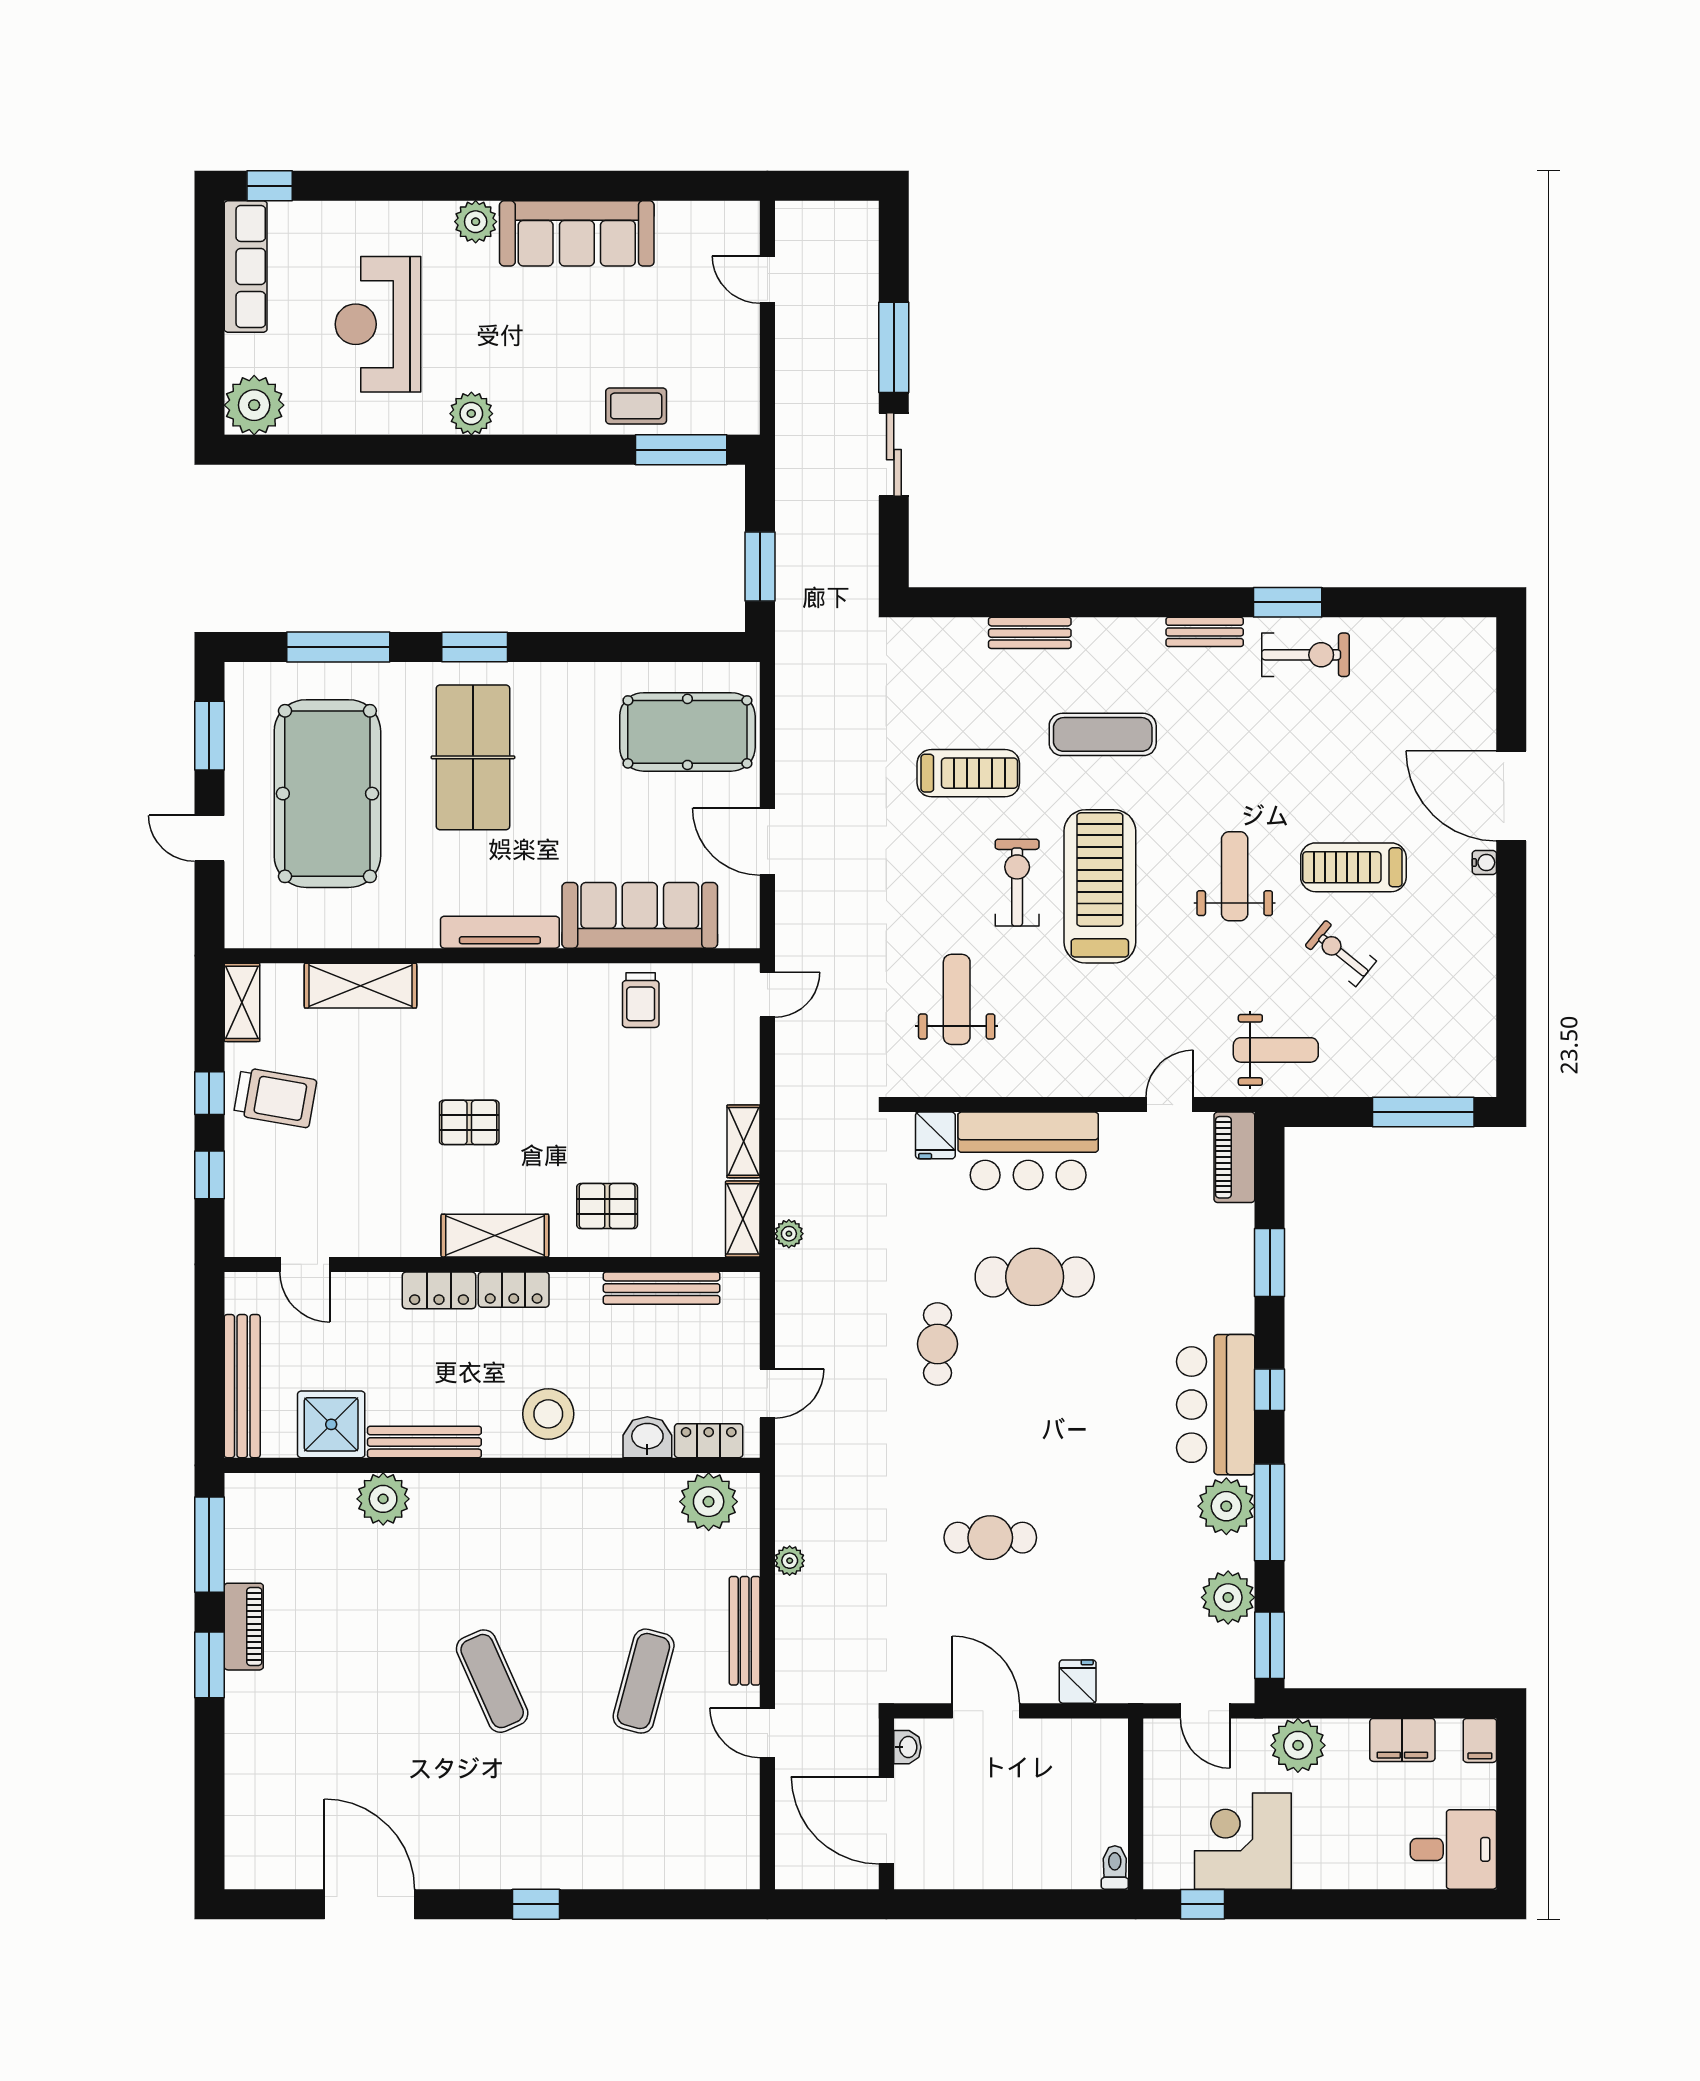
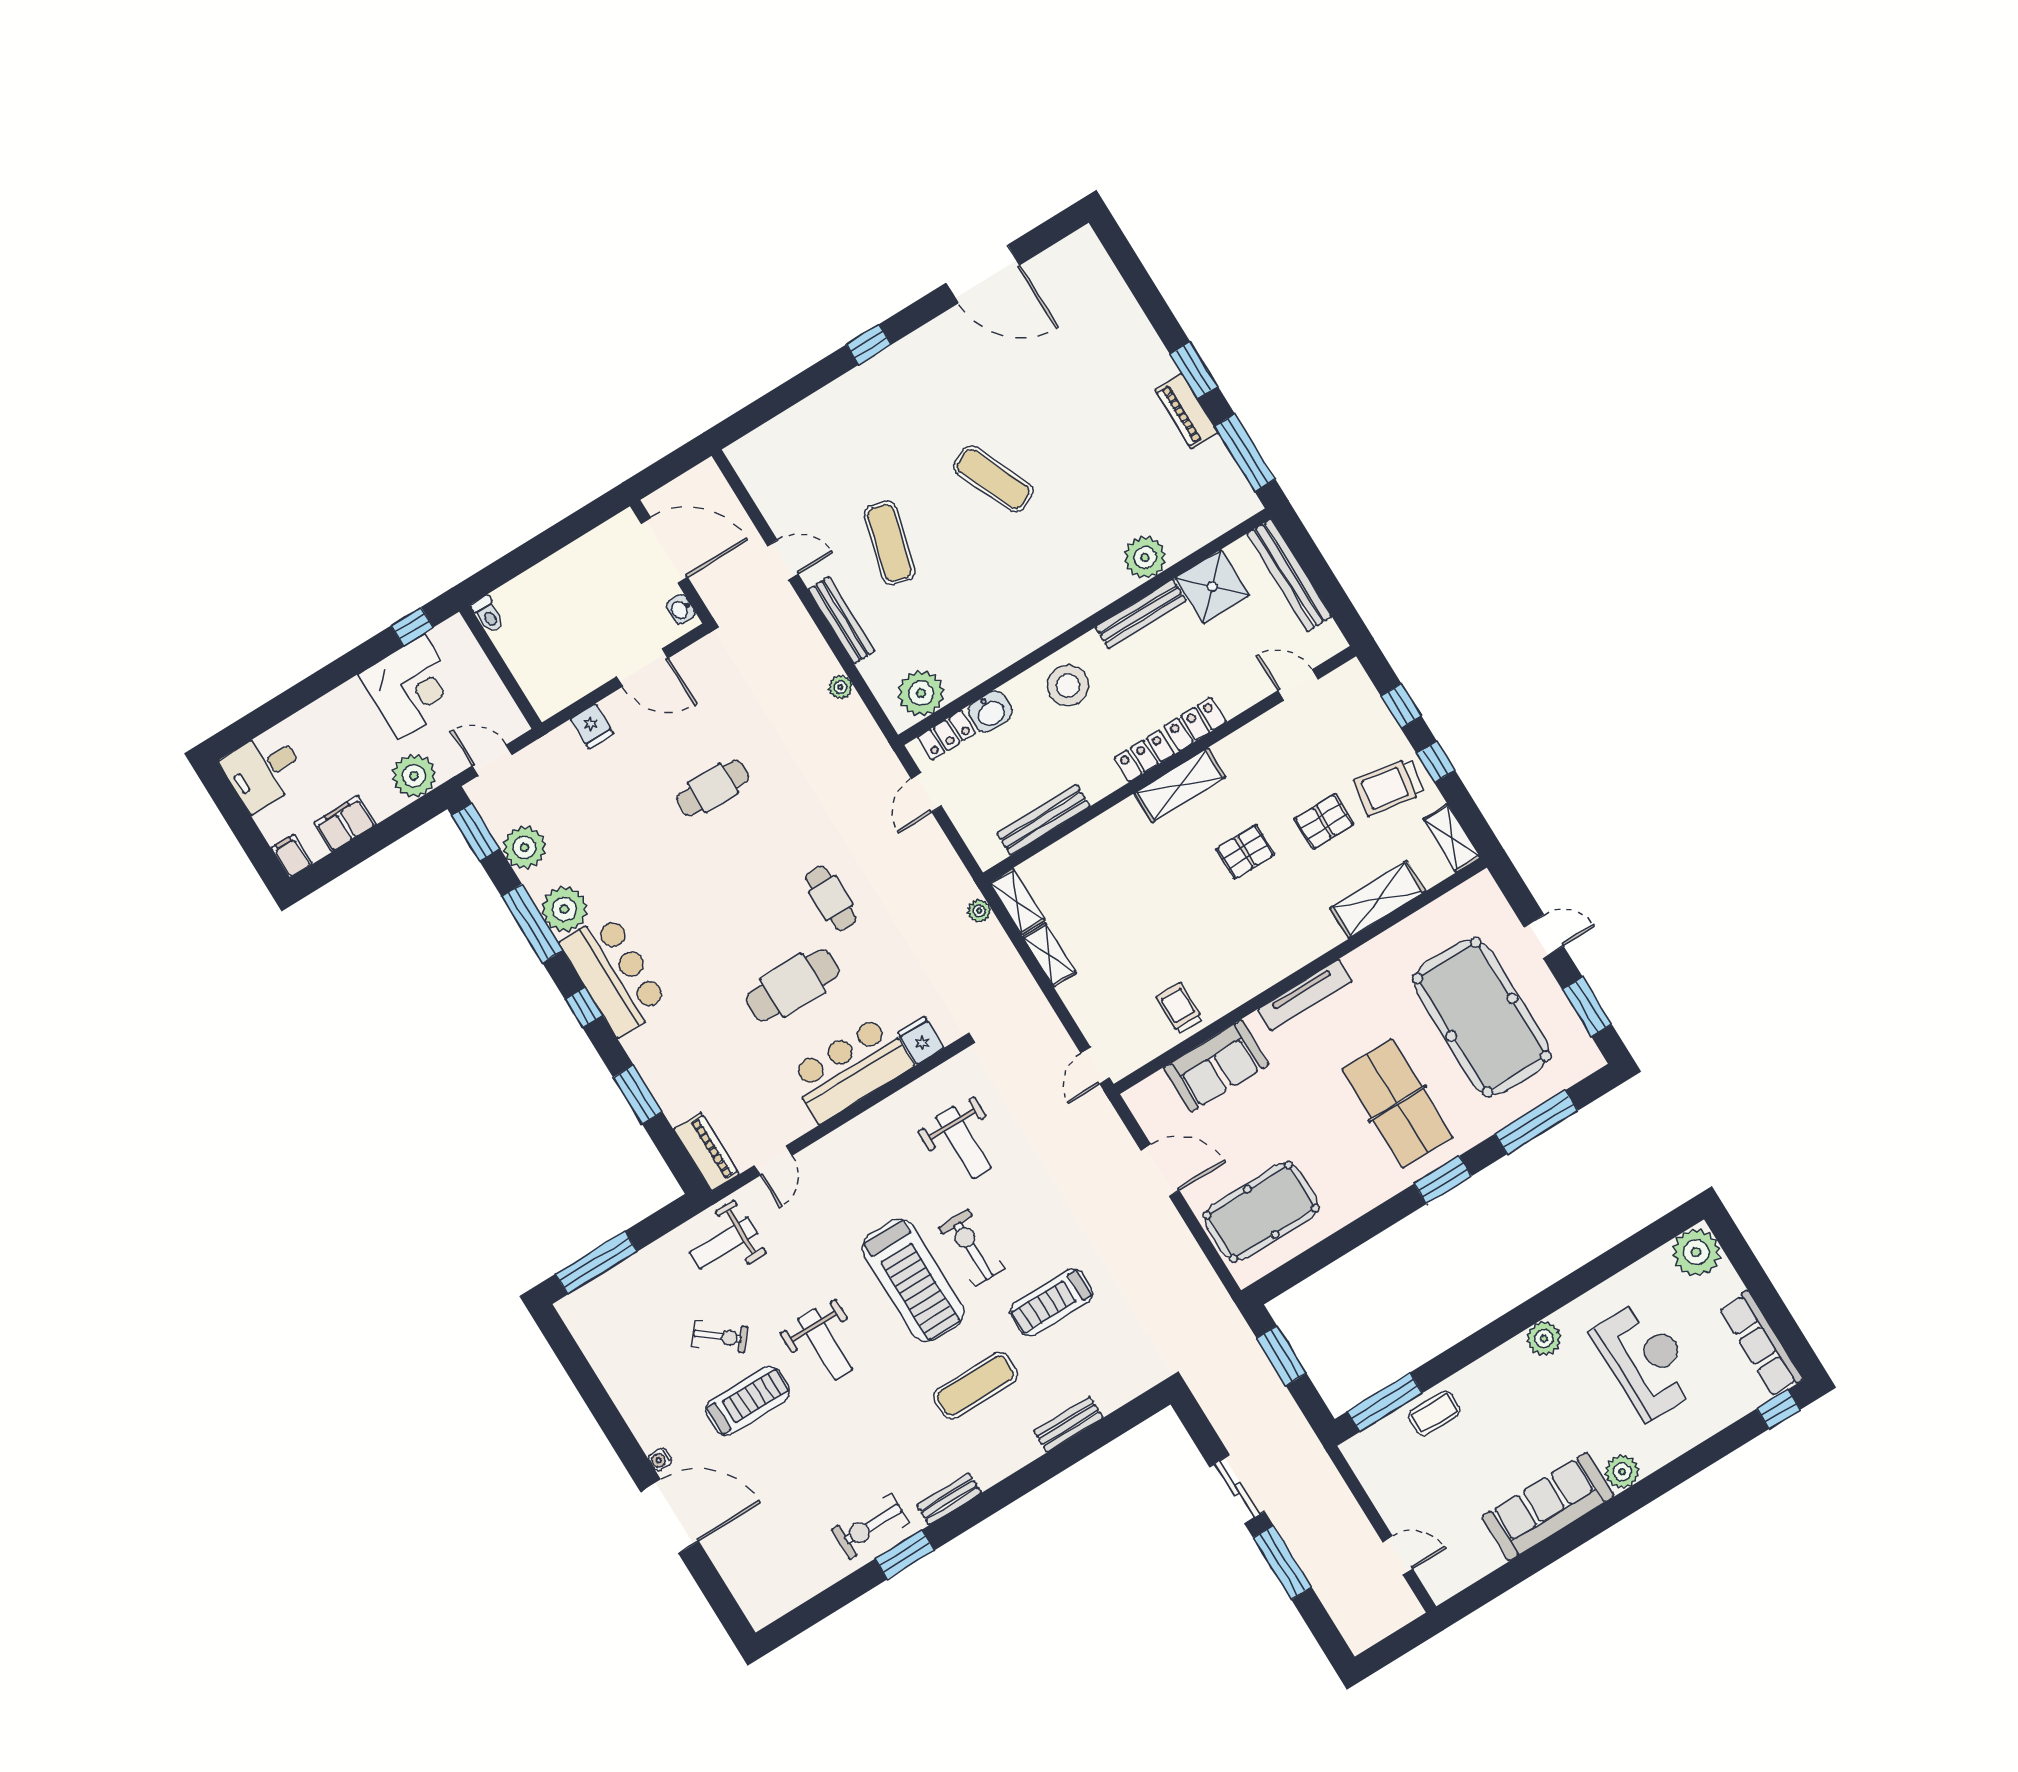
exercise bike: (1017, 883) -> (971, 1248), turned 180
sofa: (640, 915) -> (1216, 1066), width x0.73
pallet: (607, 1206) -> (1324, 821), moved

